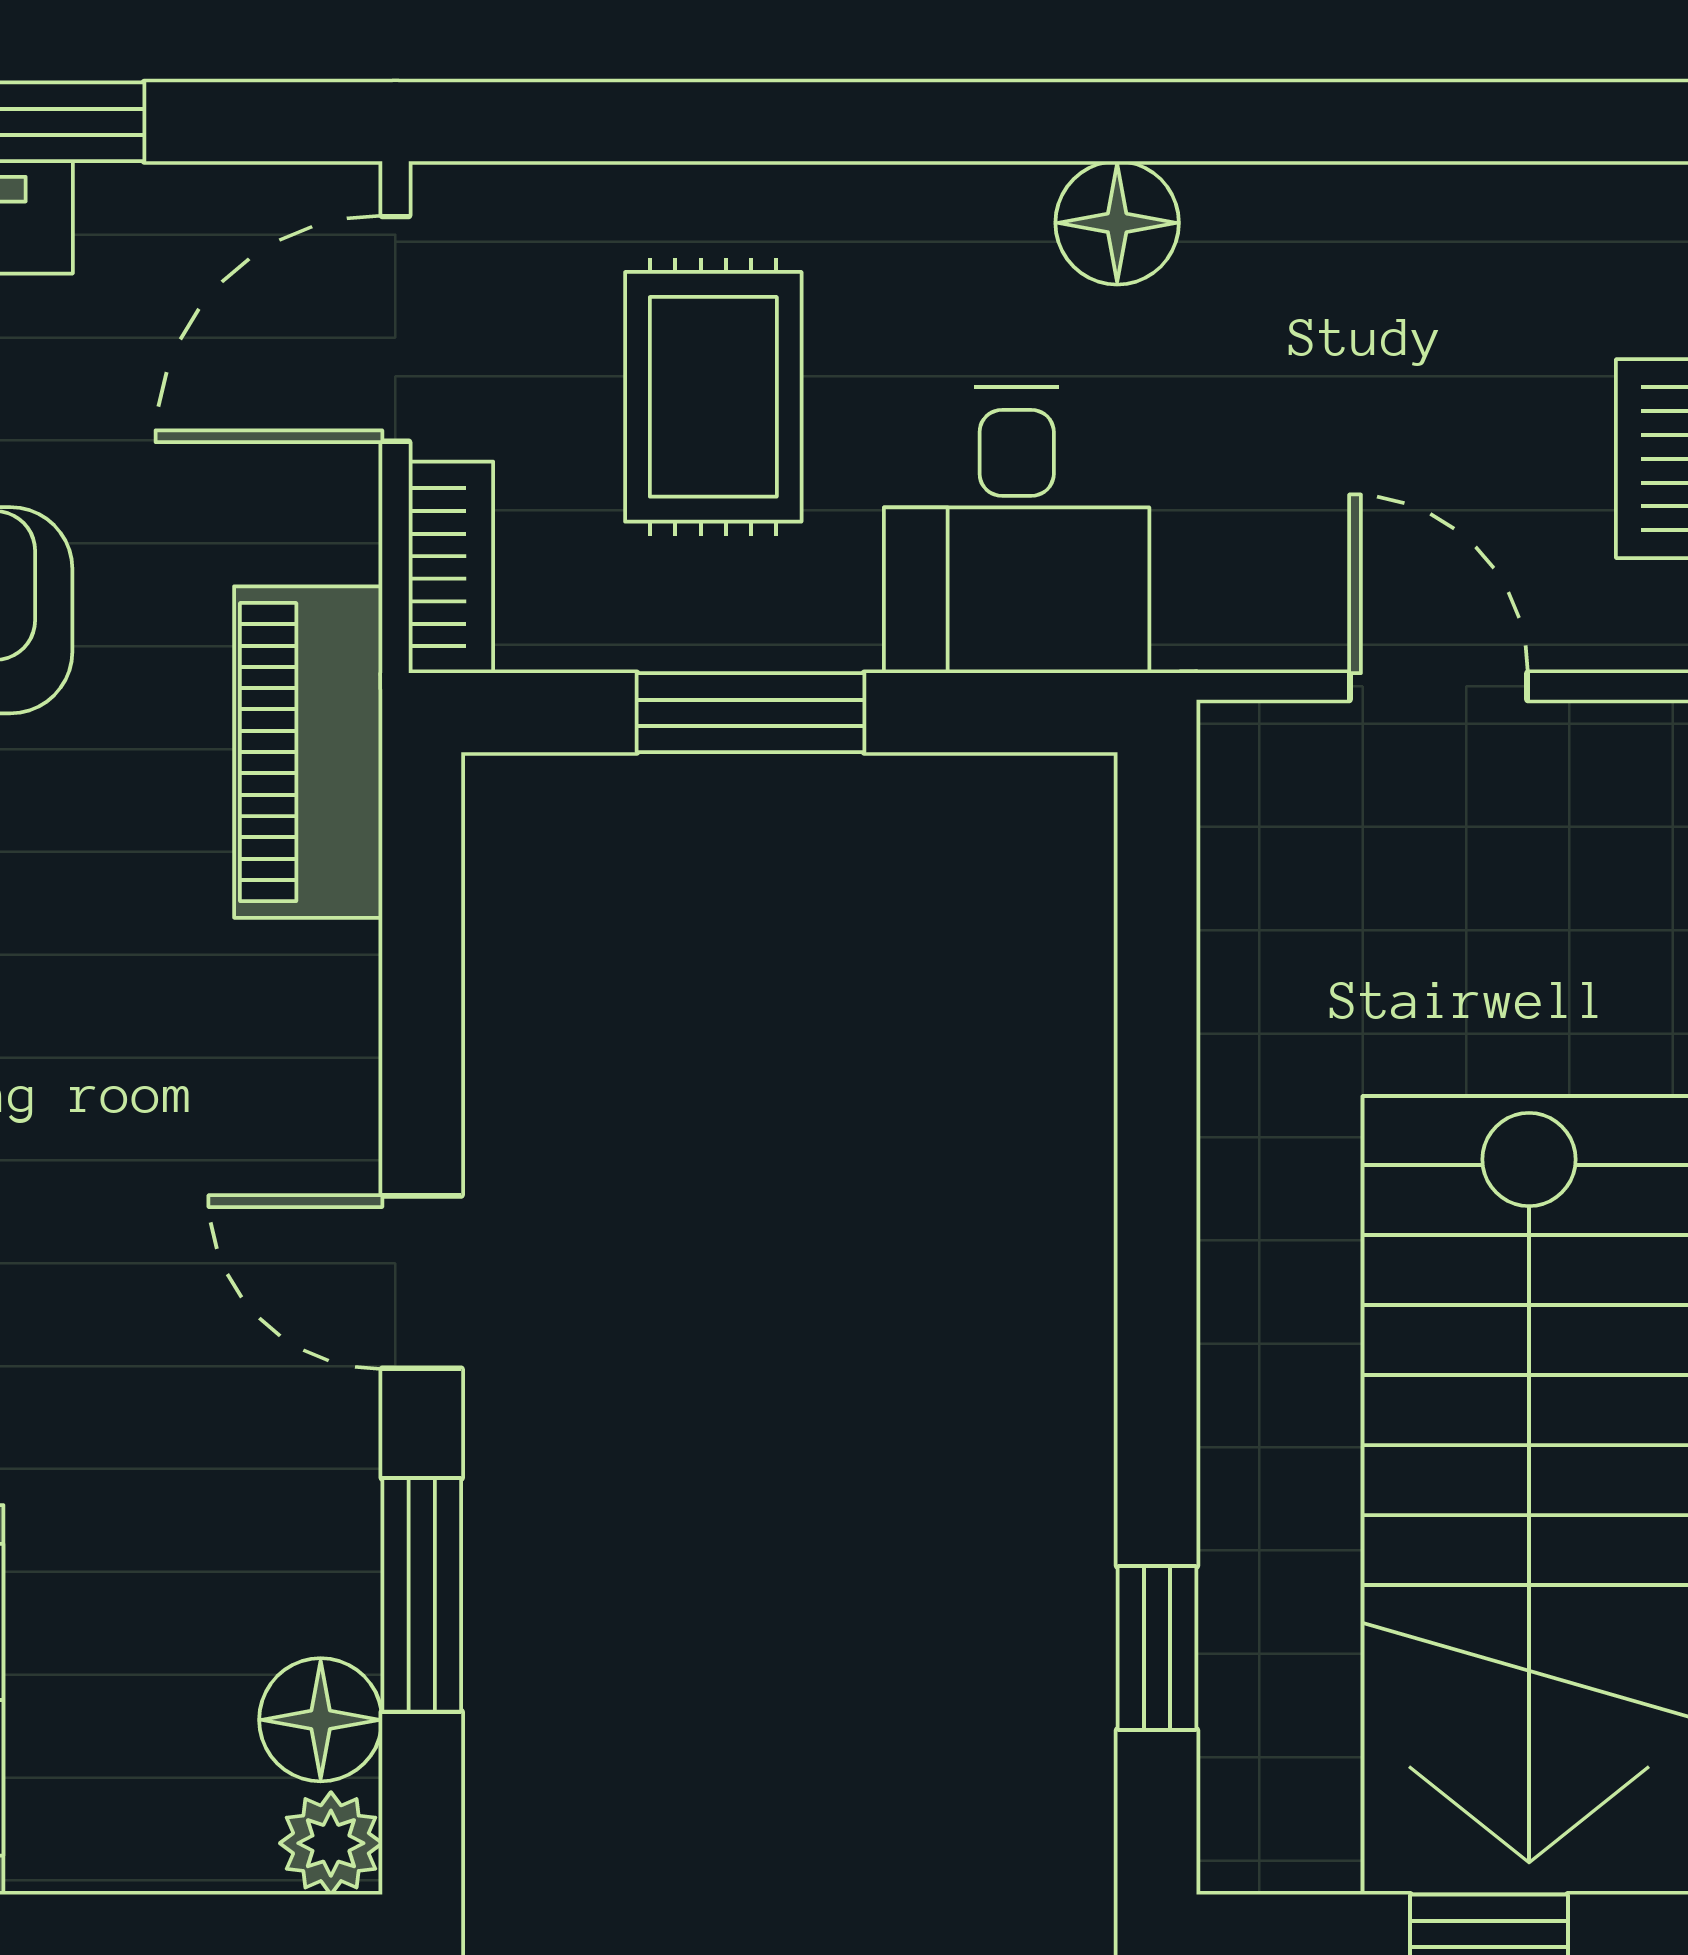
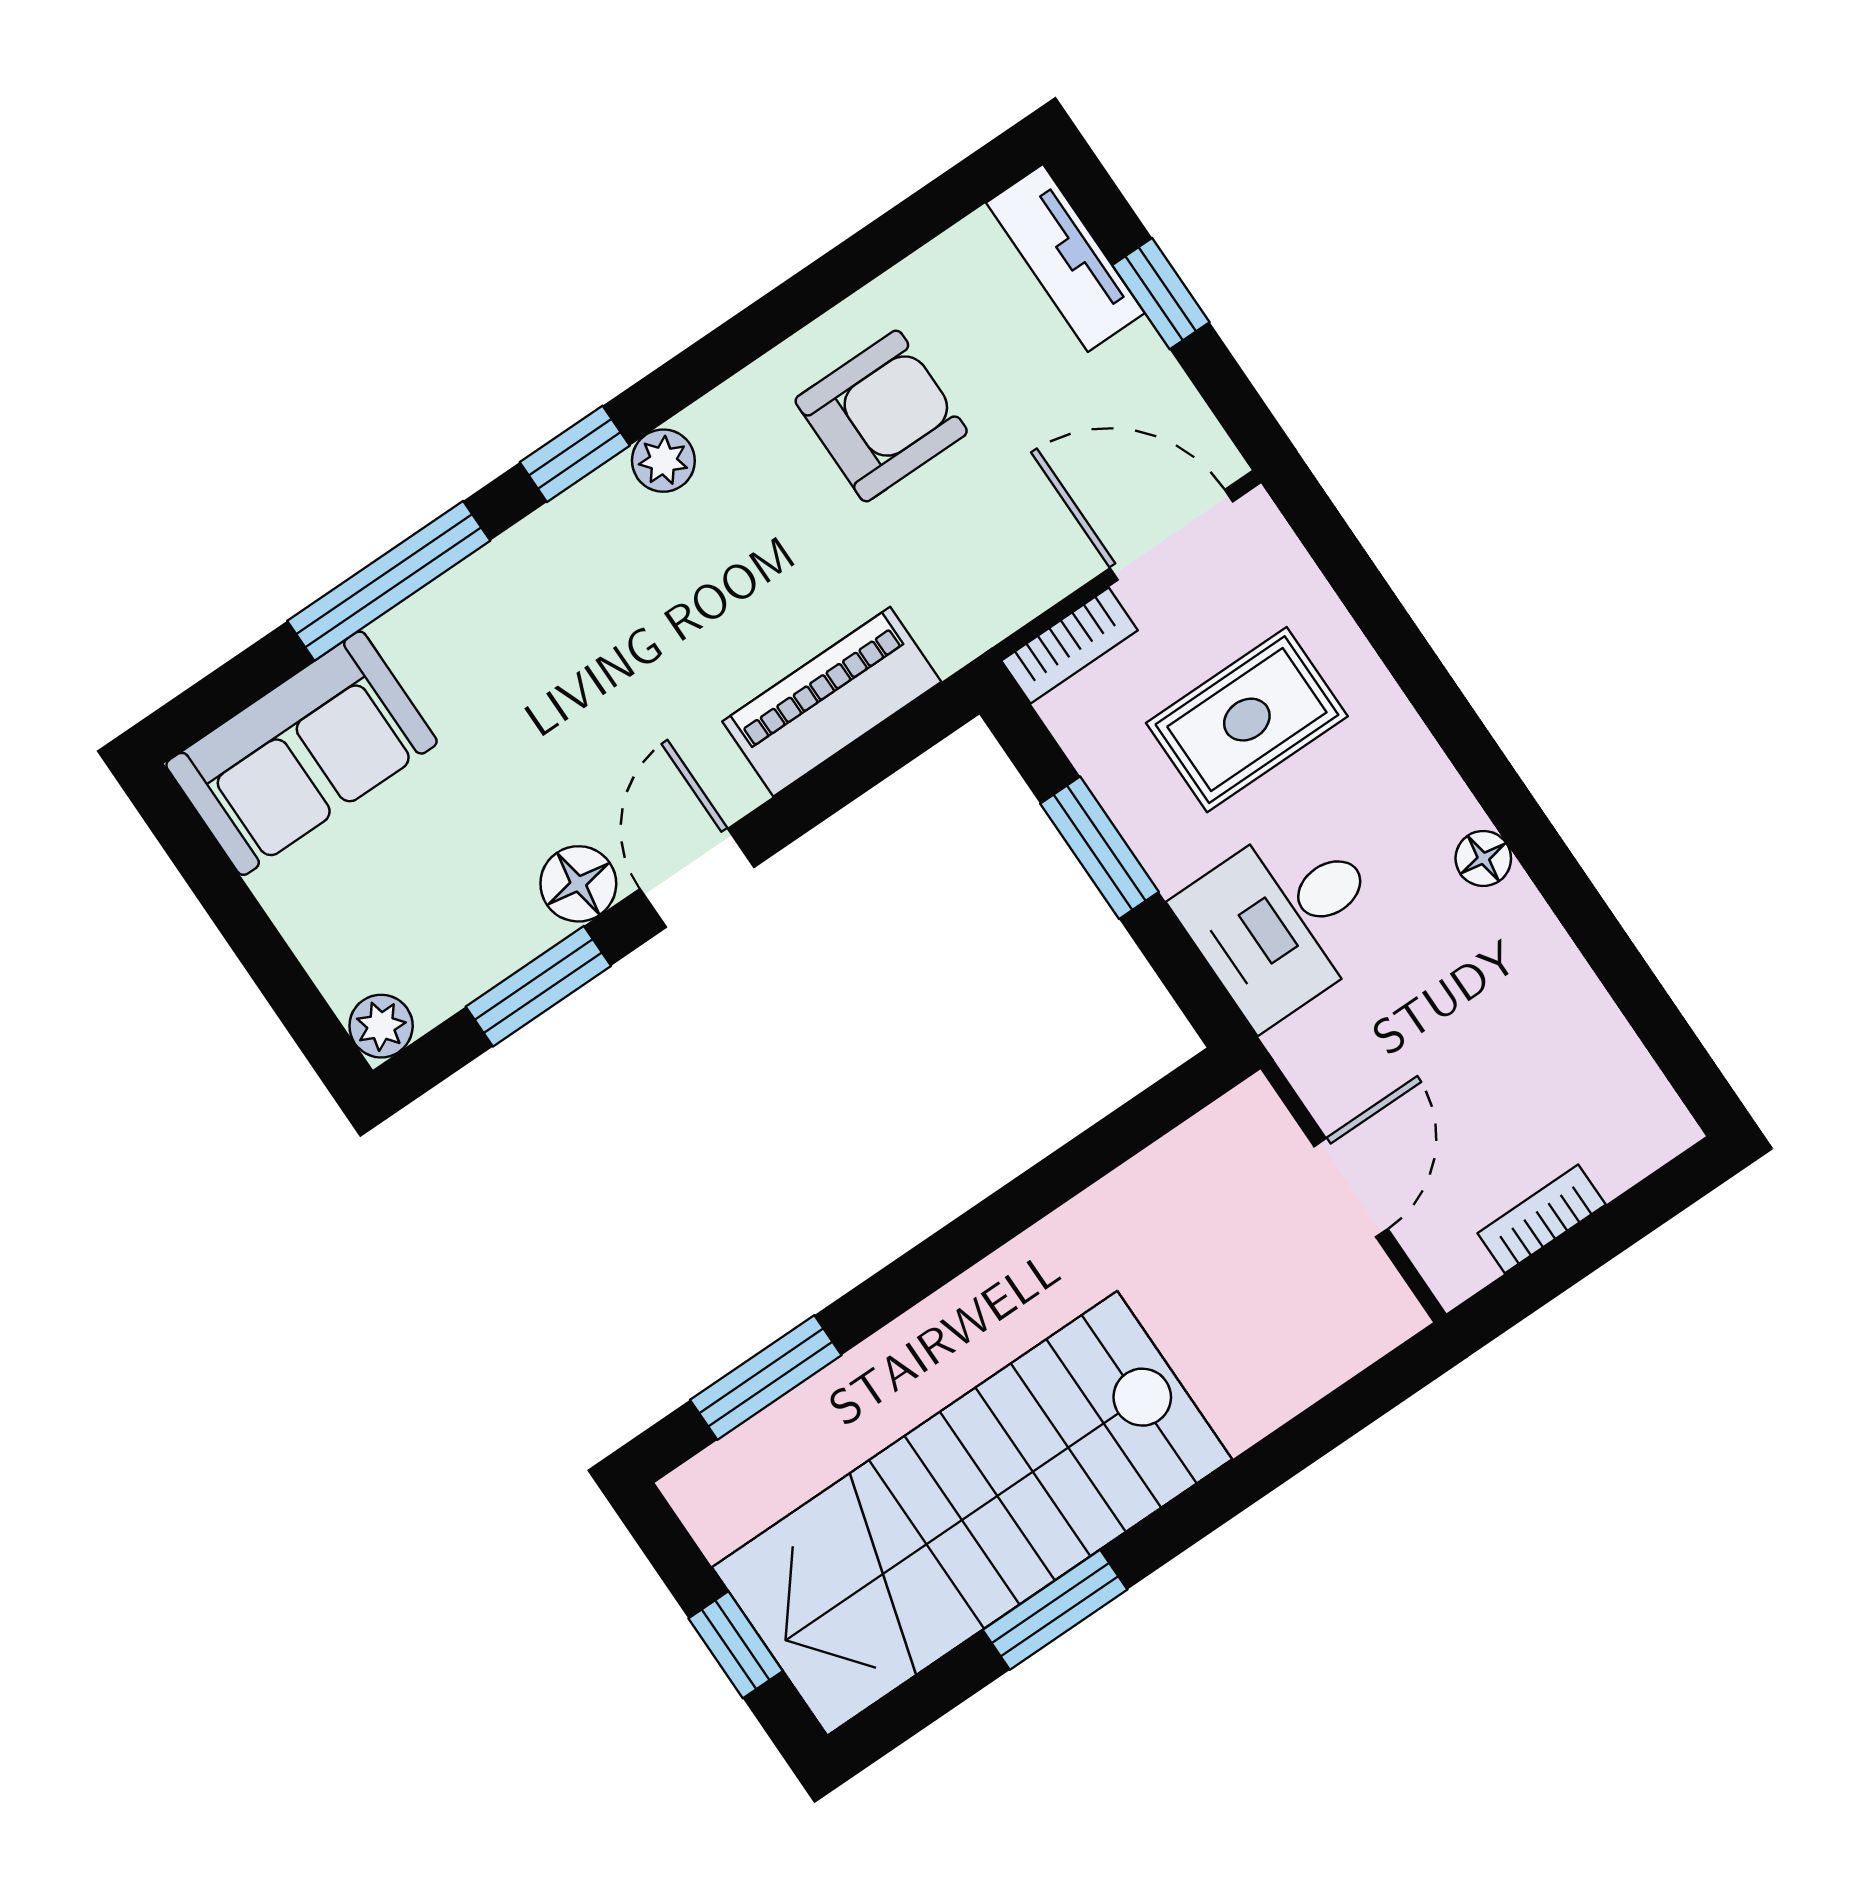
floor lamp: (1117, 223) -> (1483, 858), width x0.73, depth x0.73
piano: (308, 752) -> (832, 702), moved
window: (1157, 1648) -> (766, 1377), width x1.50
floor lamp: (321, 1720) -> (578, 884), moved

